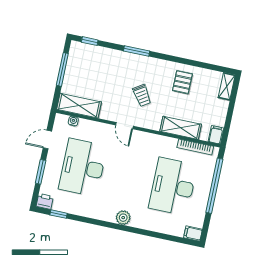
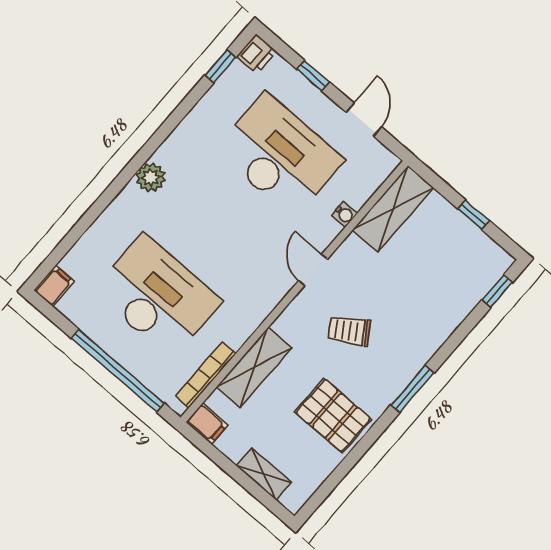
window: (137, 51) -> (412, 389), moved
window: (62, 69) -> (474, 215), width x0.46
pallet: (182, 82) -> (333, 416), width x1.50, depth x1.42
shelving: (227, 86) -> (264, 474), moved
water cooler: (73, 121) -> (344, 214), moved
door: (124, 126) -> (313, 270), hinge flipped
window: (41, 172) -> (313, 76), width x0.67

